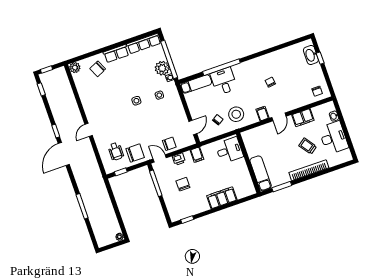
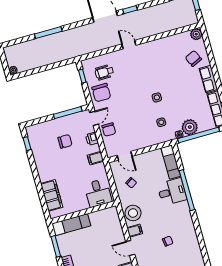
stool: (236, 114) -> (133, 213), moved
filing cabinet: (222, 198) -> (52, 195), moved

